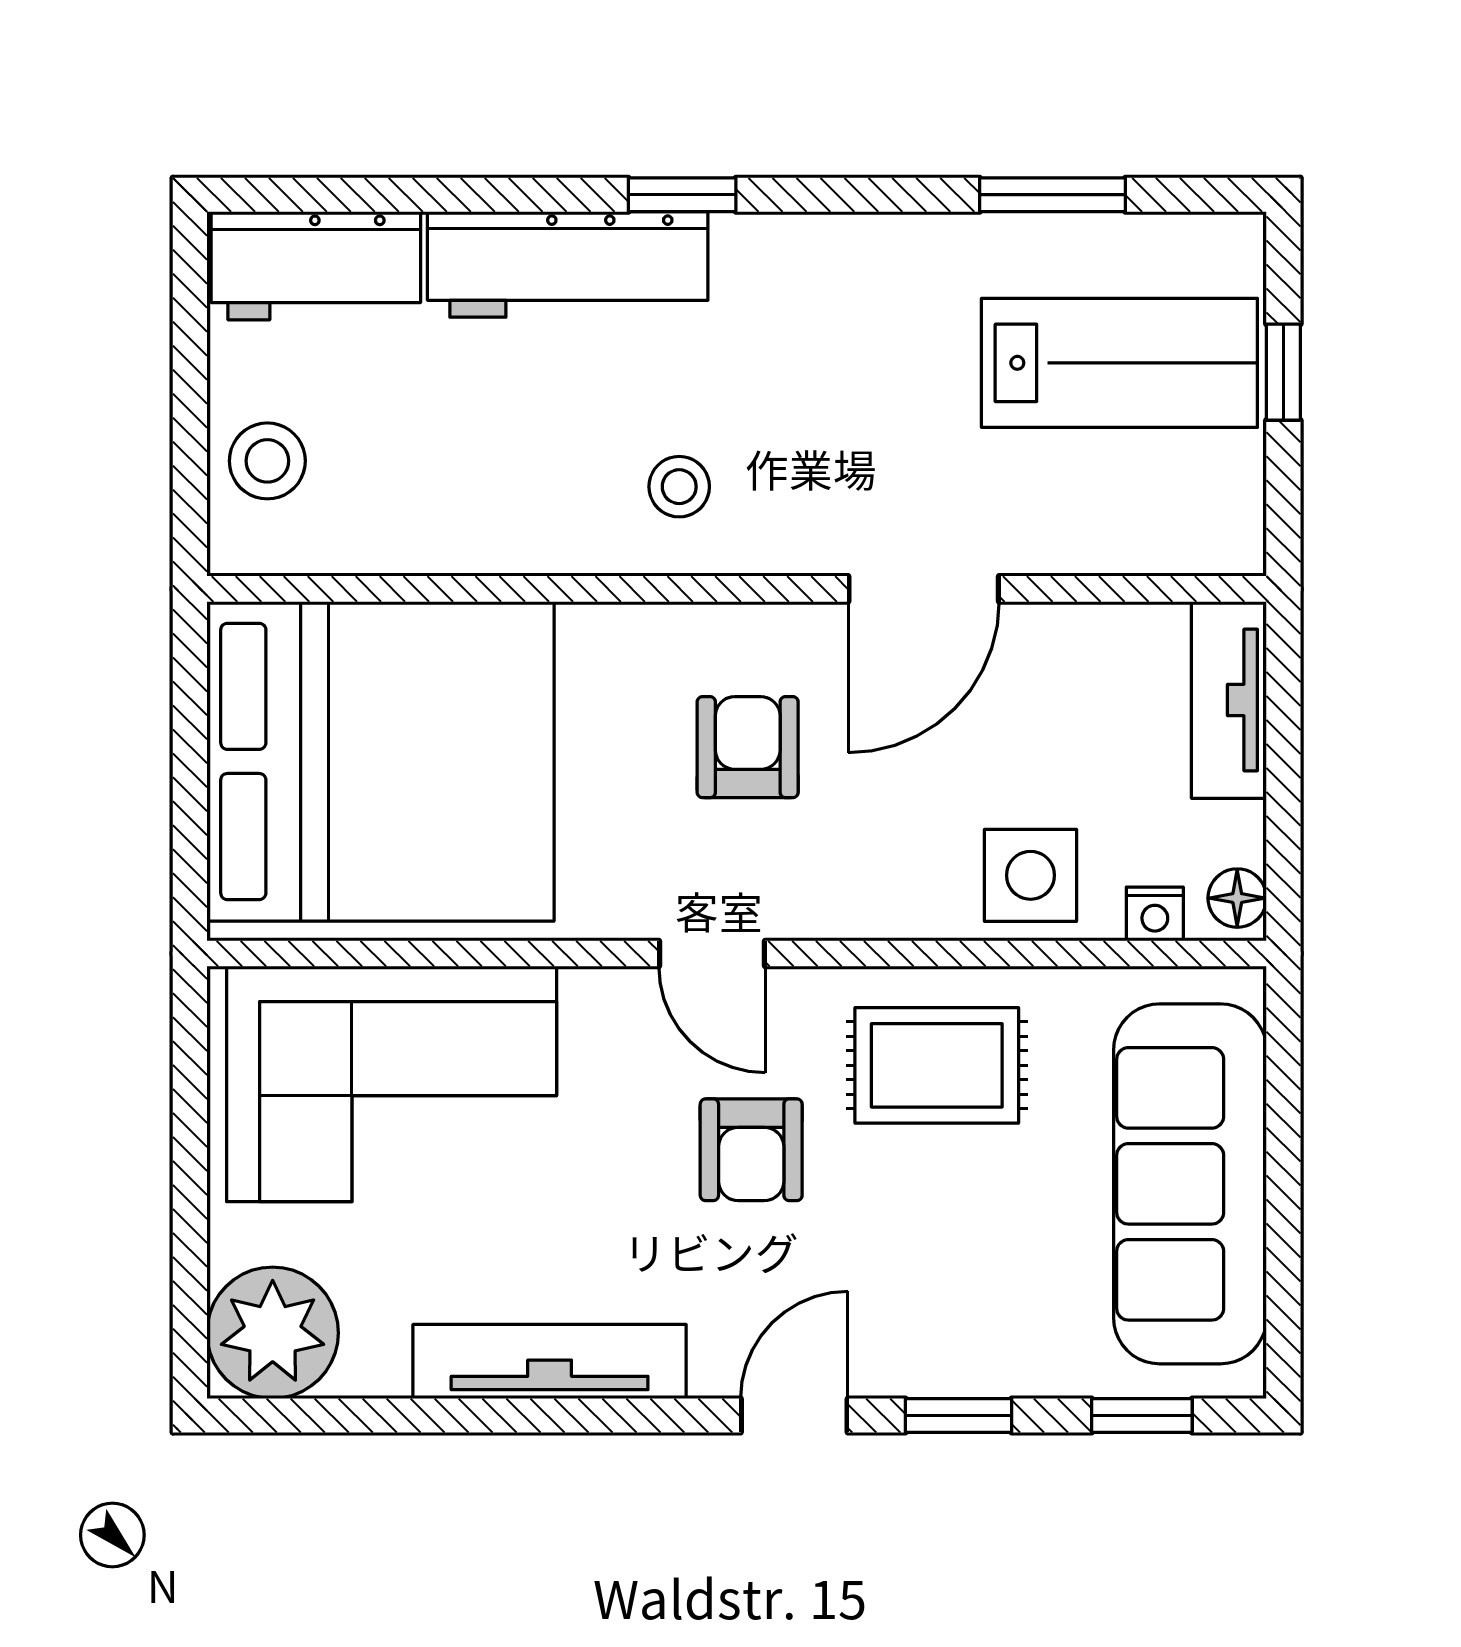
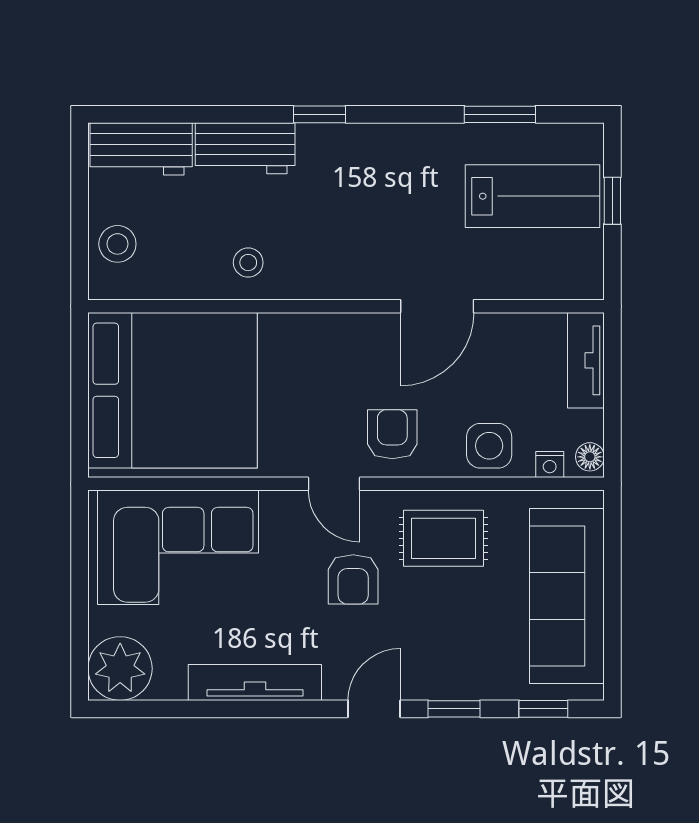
workbench: (568, 264) -> (245, 148), width x0.73
stool: (679, 487) -> (248, 263), moved
armchair: (748, 747) -> (392, 434), moved

